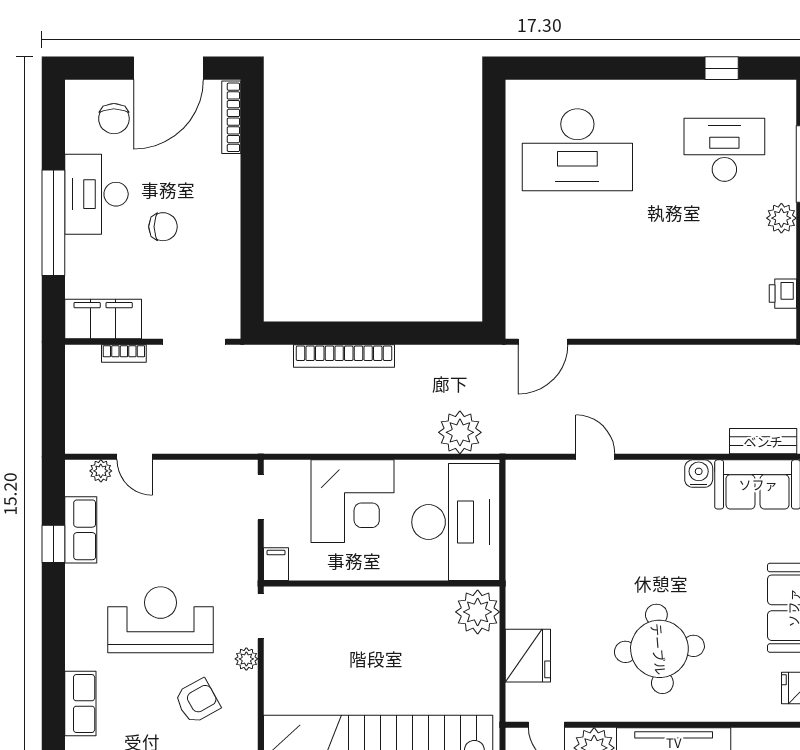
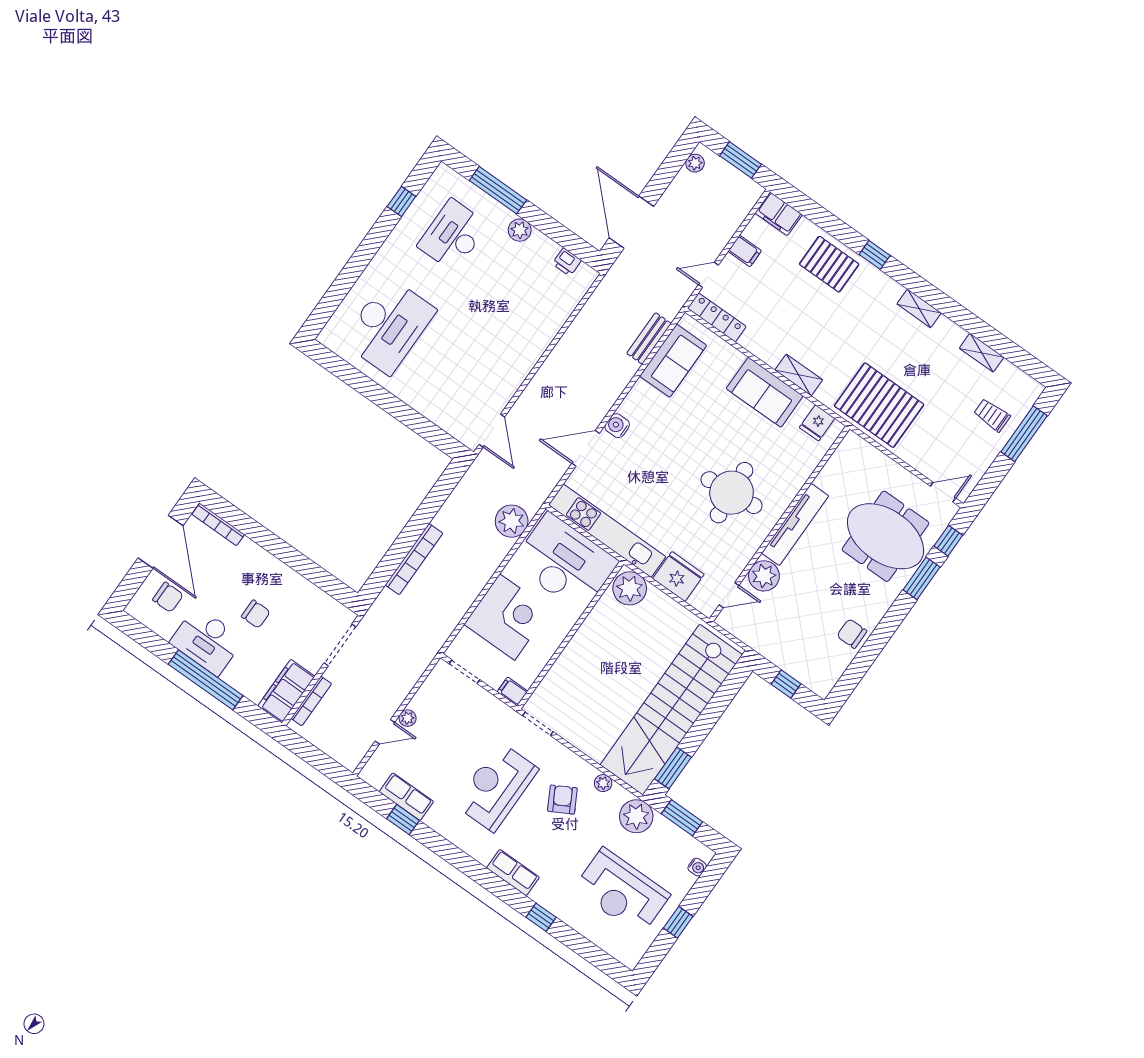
chair: (163, 227) -> (256, 614), turned 90
bookcase: (124, 353) -> (311, 701), width x1.56
door: (595, 457) -> (586, 448), width x1.38
plant: (101, 471) -> (408, 718), moved
water cooler: (699, 474) -> (617, 426), moved
kitchen unit: (523, 543) -> (607, 531), added
plant: (246, 659) -> (603, 783), moved

